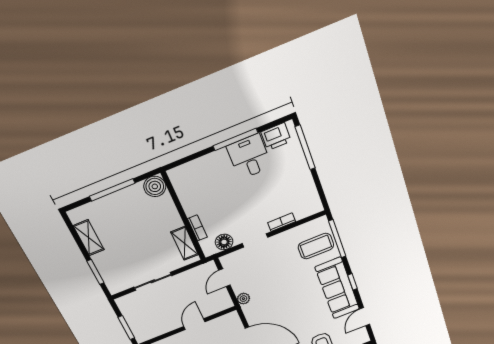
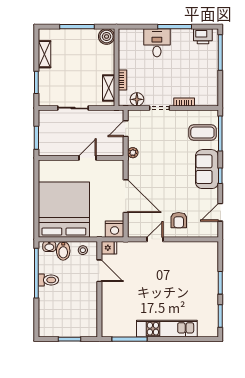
desk: (249, 157) -> (157, 43), moved
sofa: (337, 288) -> (207, 169), width x0.73

